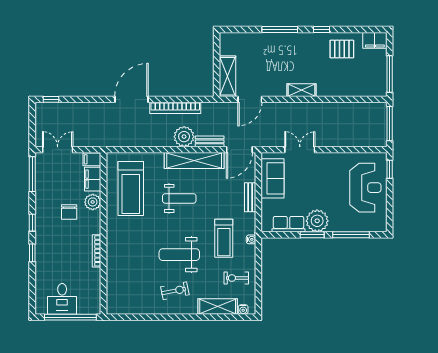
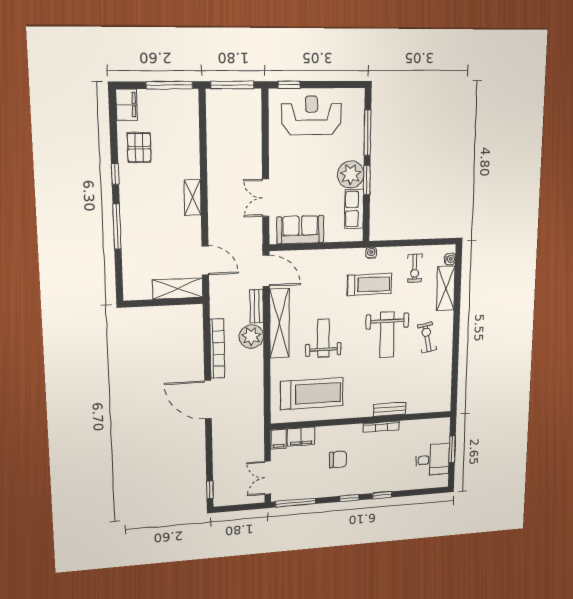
bench: (250, 197) -> (390, 409), moved
plant: (93, 202) -> (327, 435), removed
window: (70, 317) -> (452, 449), width x0.47

